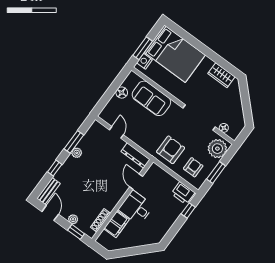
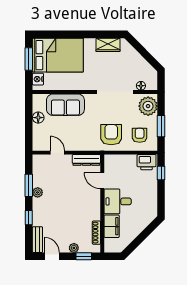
window: (143, 48) -> (29, 59), moved

